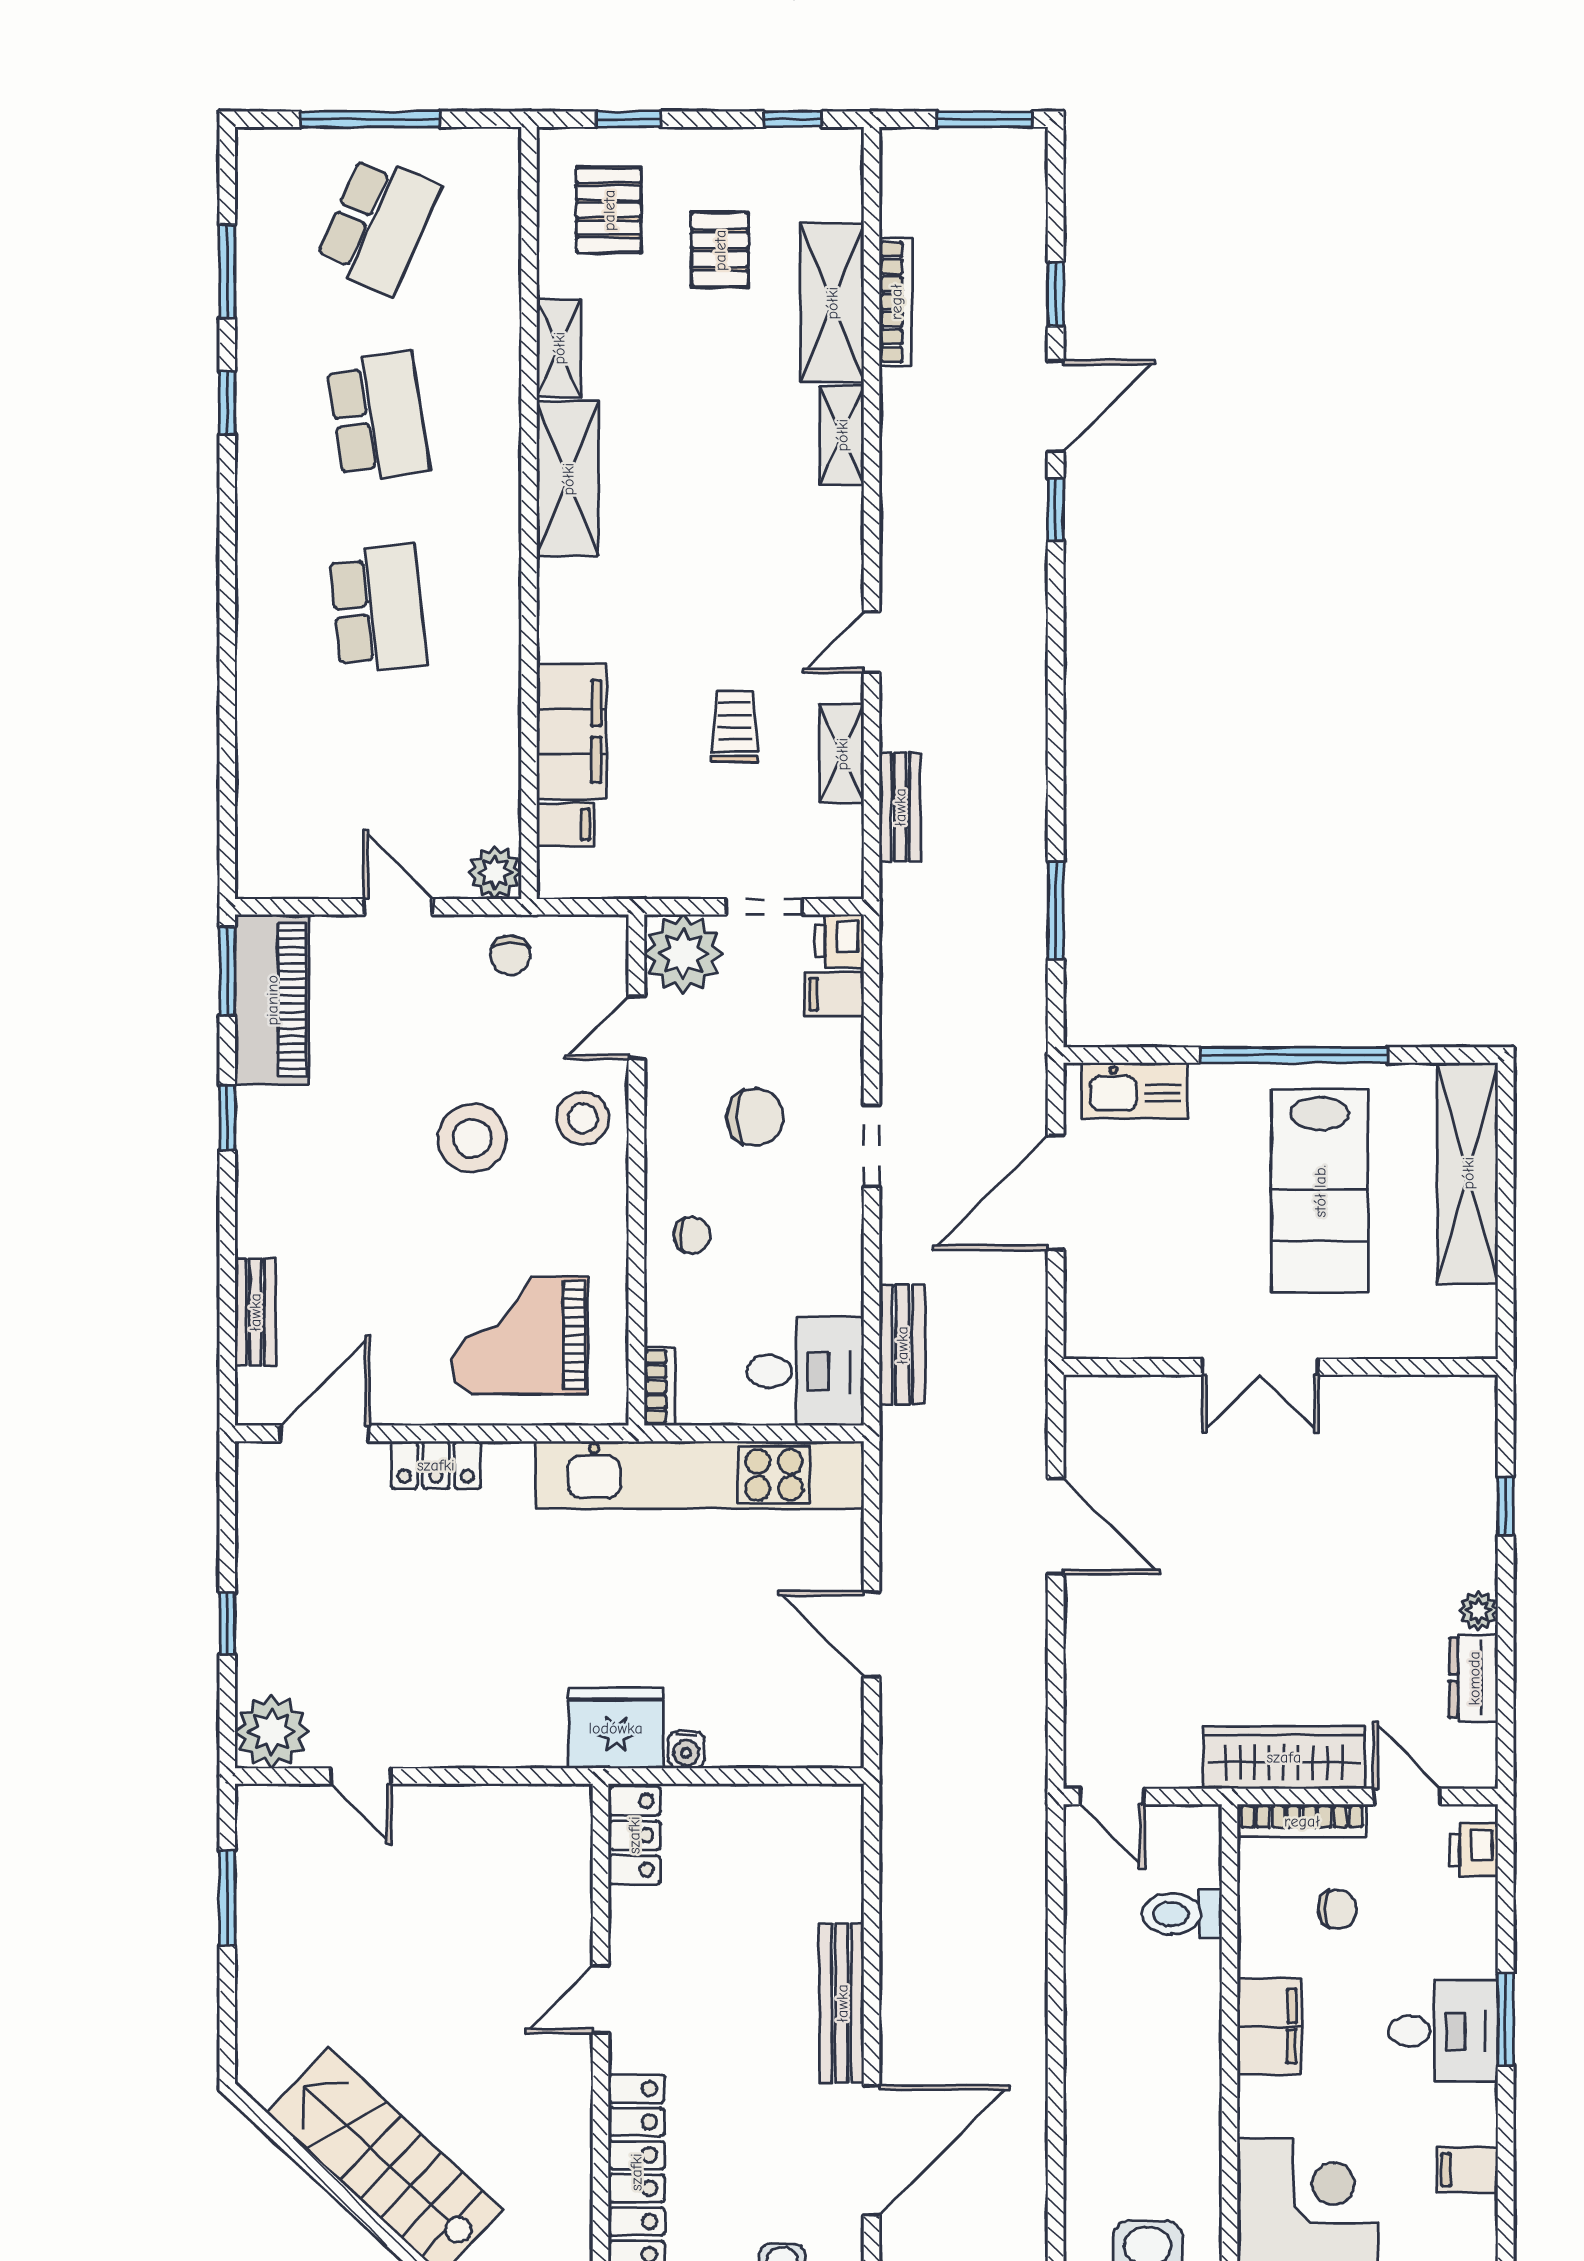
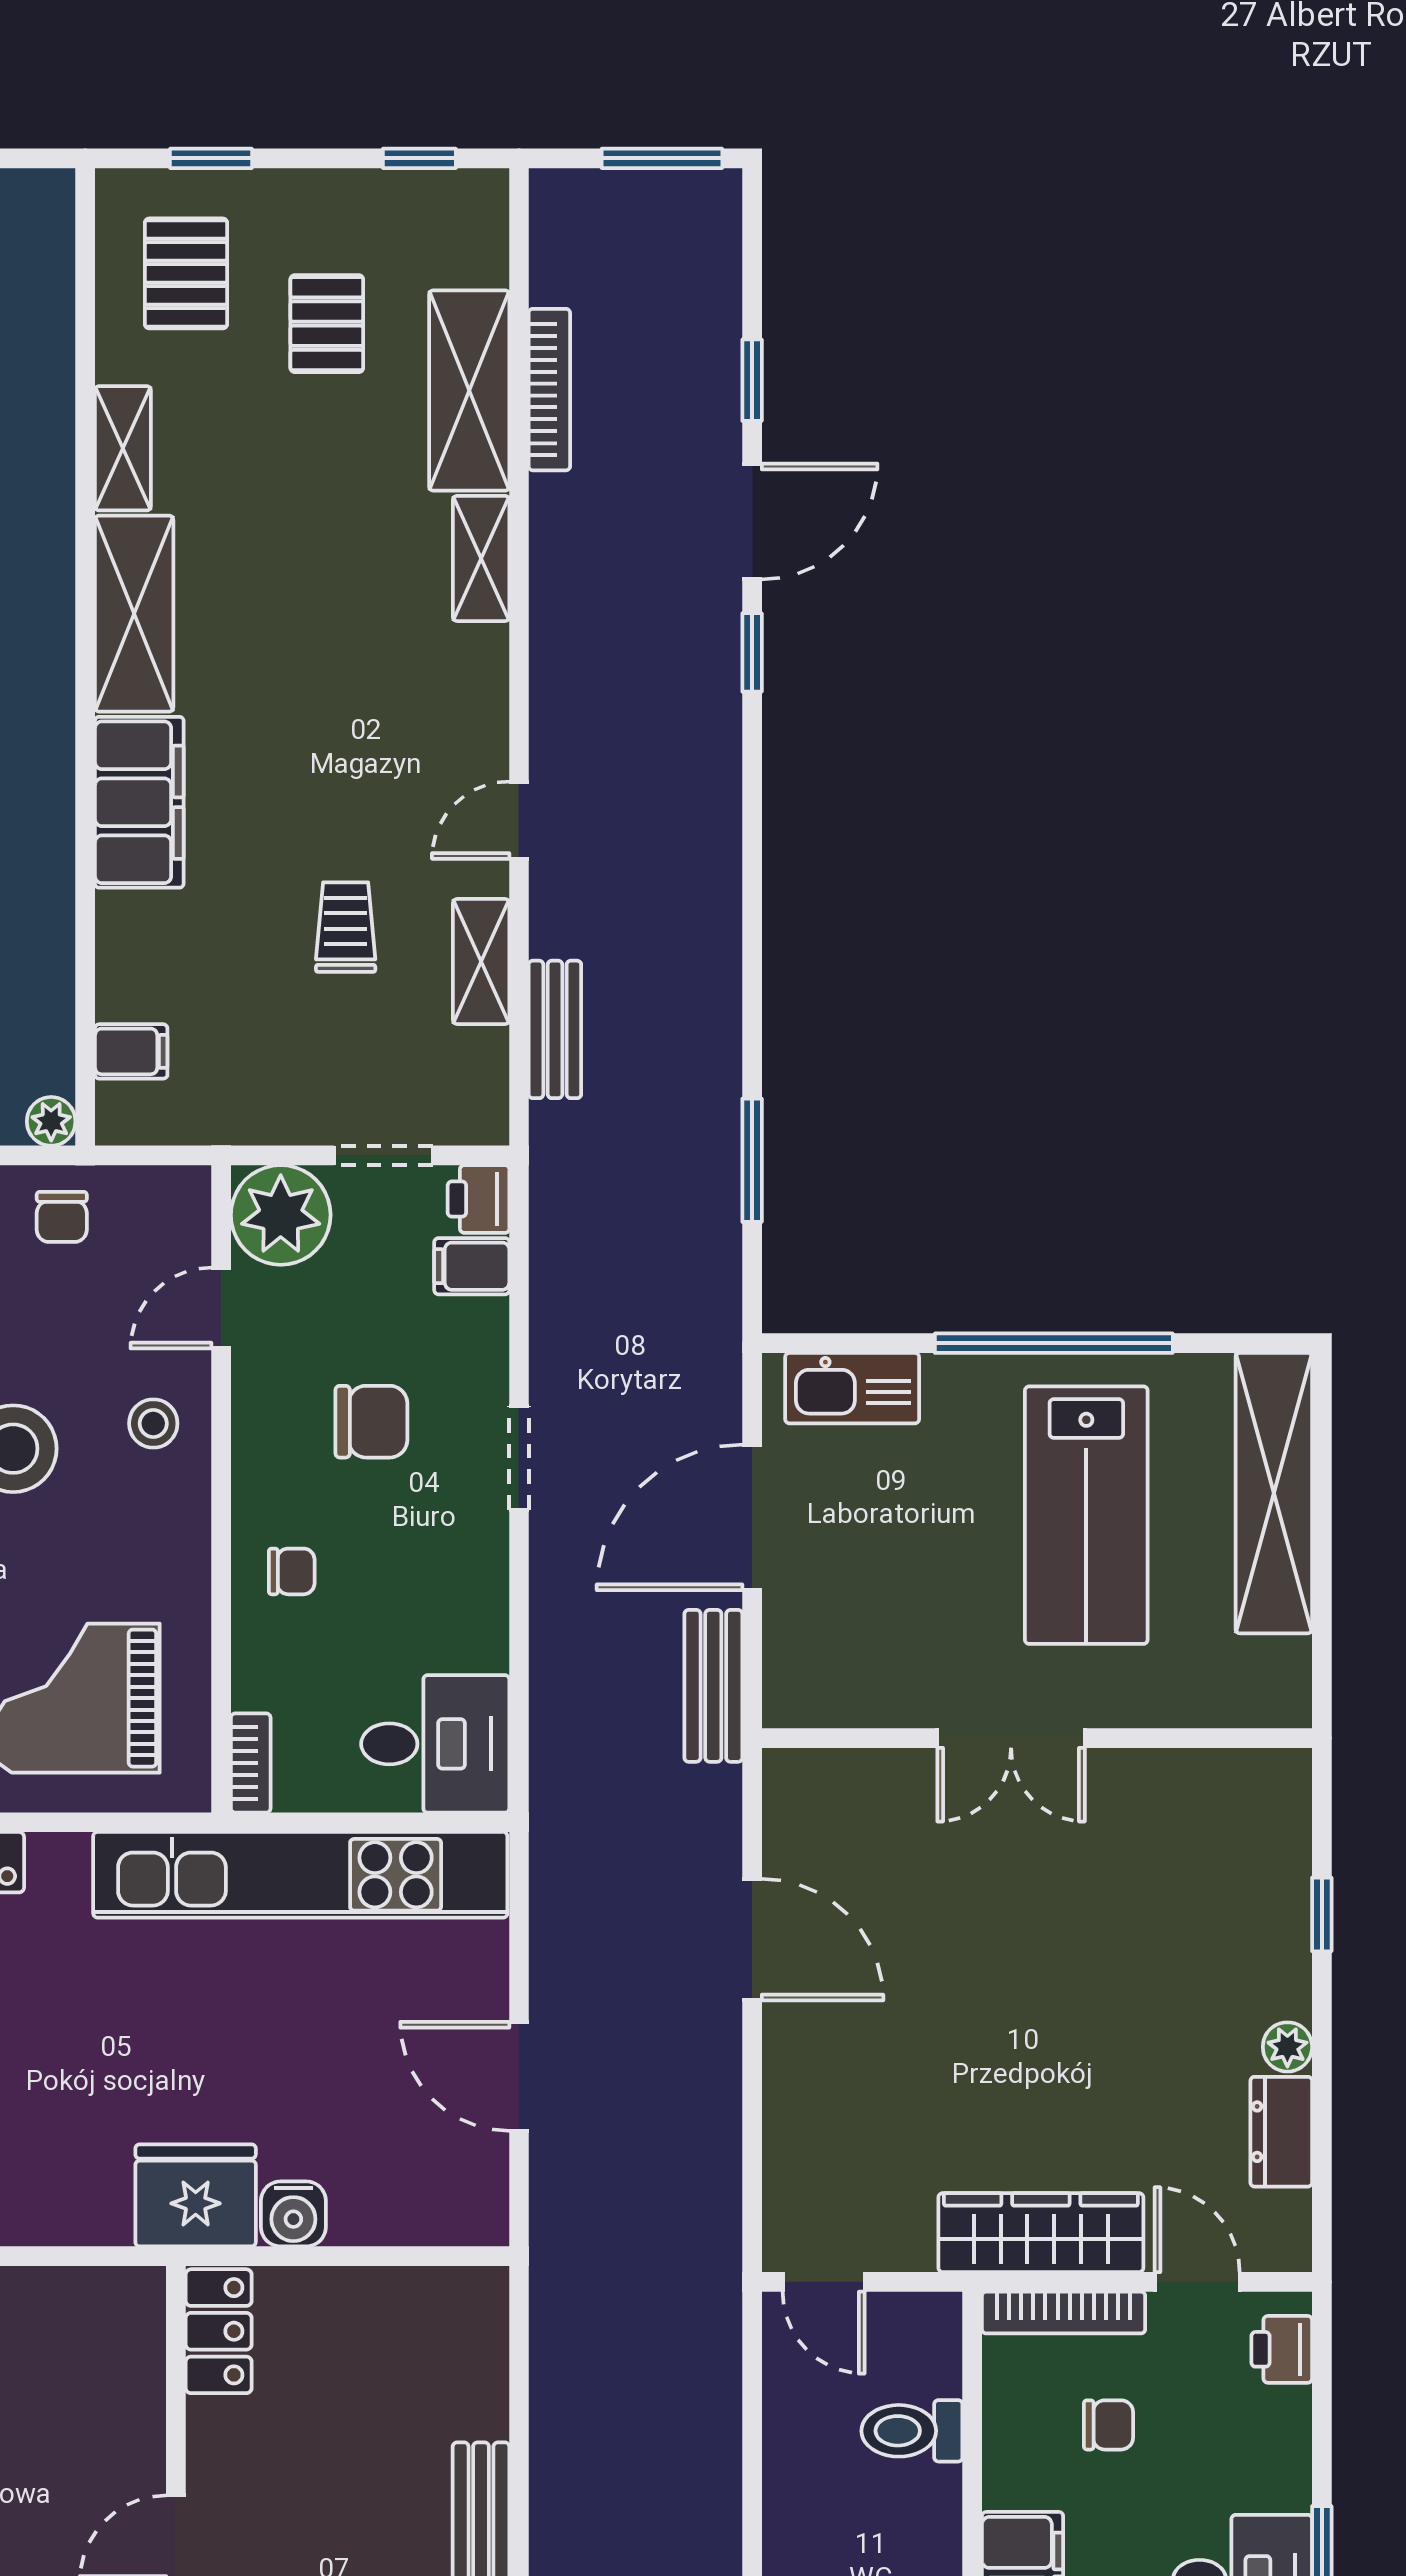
filing cabinet: (572, 731) -> (139, 802), moved
plant: (495, 873) -> (51, 1121), width x0.73, depth x0.73
stool: (583, 1118) -> (153, 1423), width x0.73, depth x0.73
bench: (902, 1345) -> (713, 1686), moved
water cooler: (686, 1750) -> (293, 2214), width x1.38, depth x1.38

